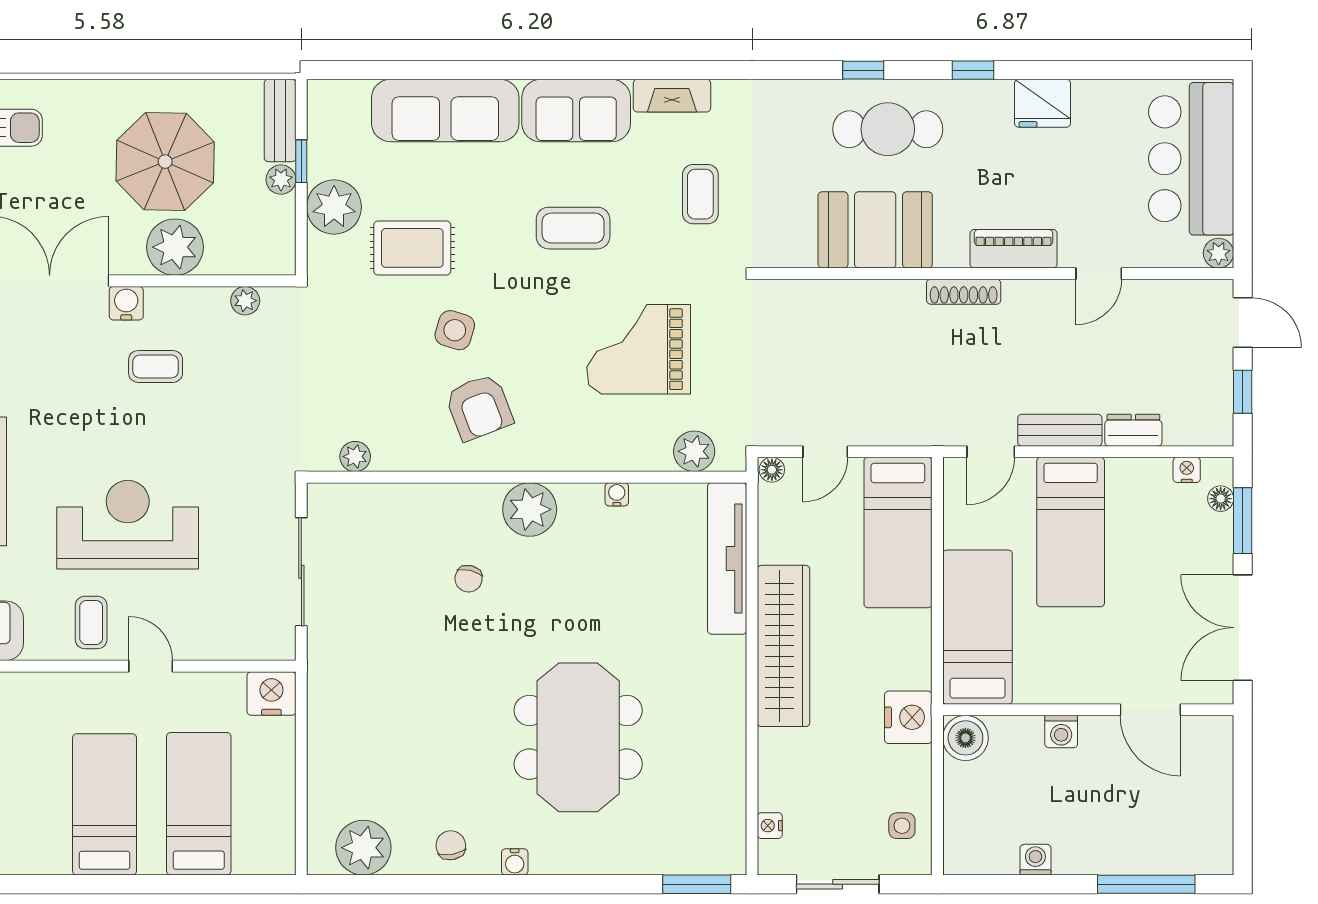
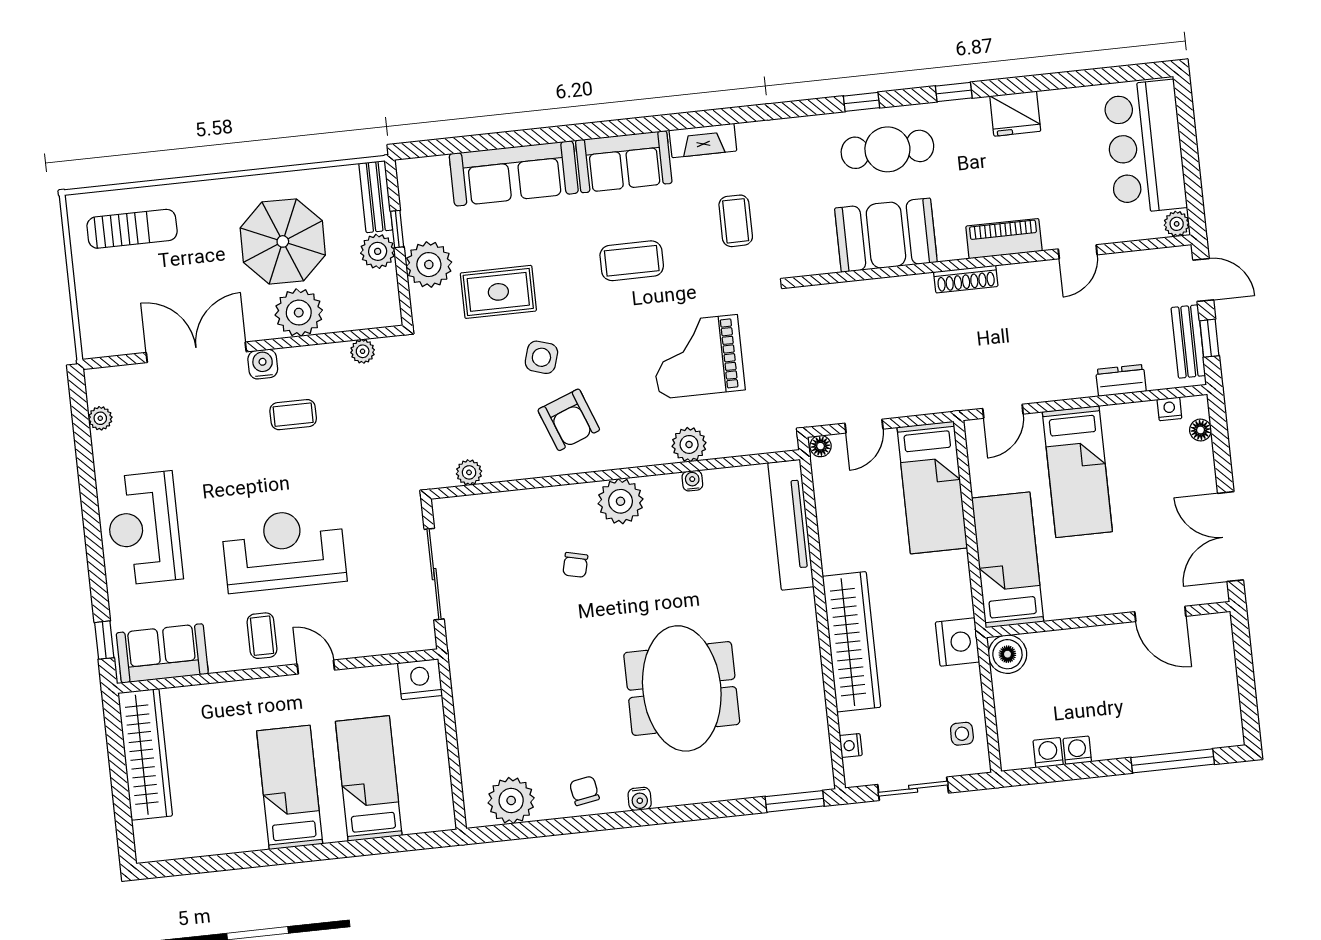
plant: (281, 180) -> (378, 251), width x1.38, depth x1.38
bench: (1060, 430) -> (1188, 342), moved, turned 90
plant: (694, 451) -> (689, 444), moved
window: (1243, 521) -> (1221, 447), removed
wardrobe: (784, 646) -> (851, 642), moved
washing machine: (1061, 732) -> (1048, 753), moved, turned 180

